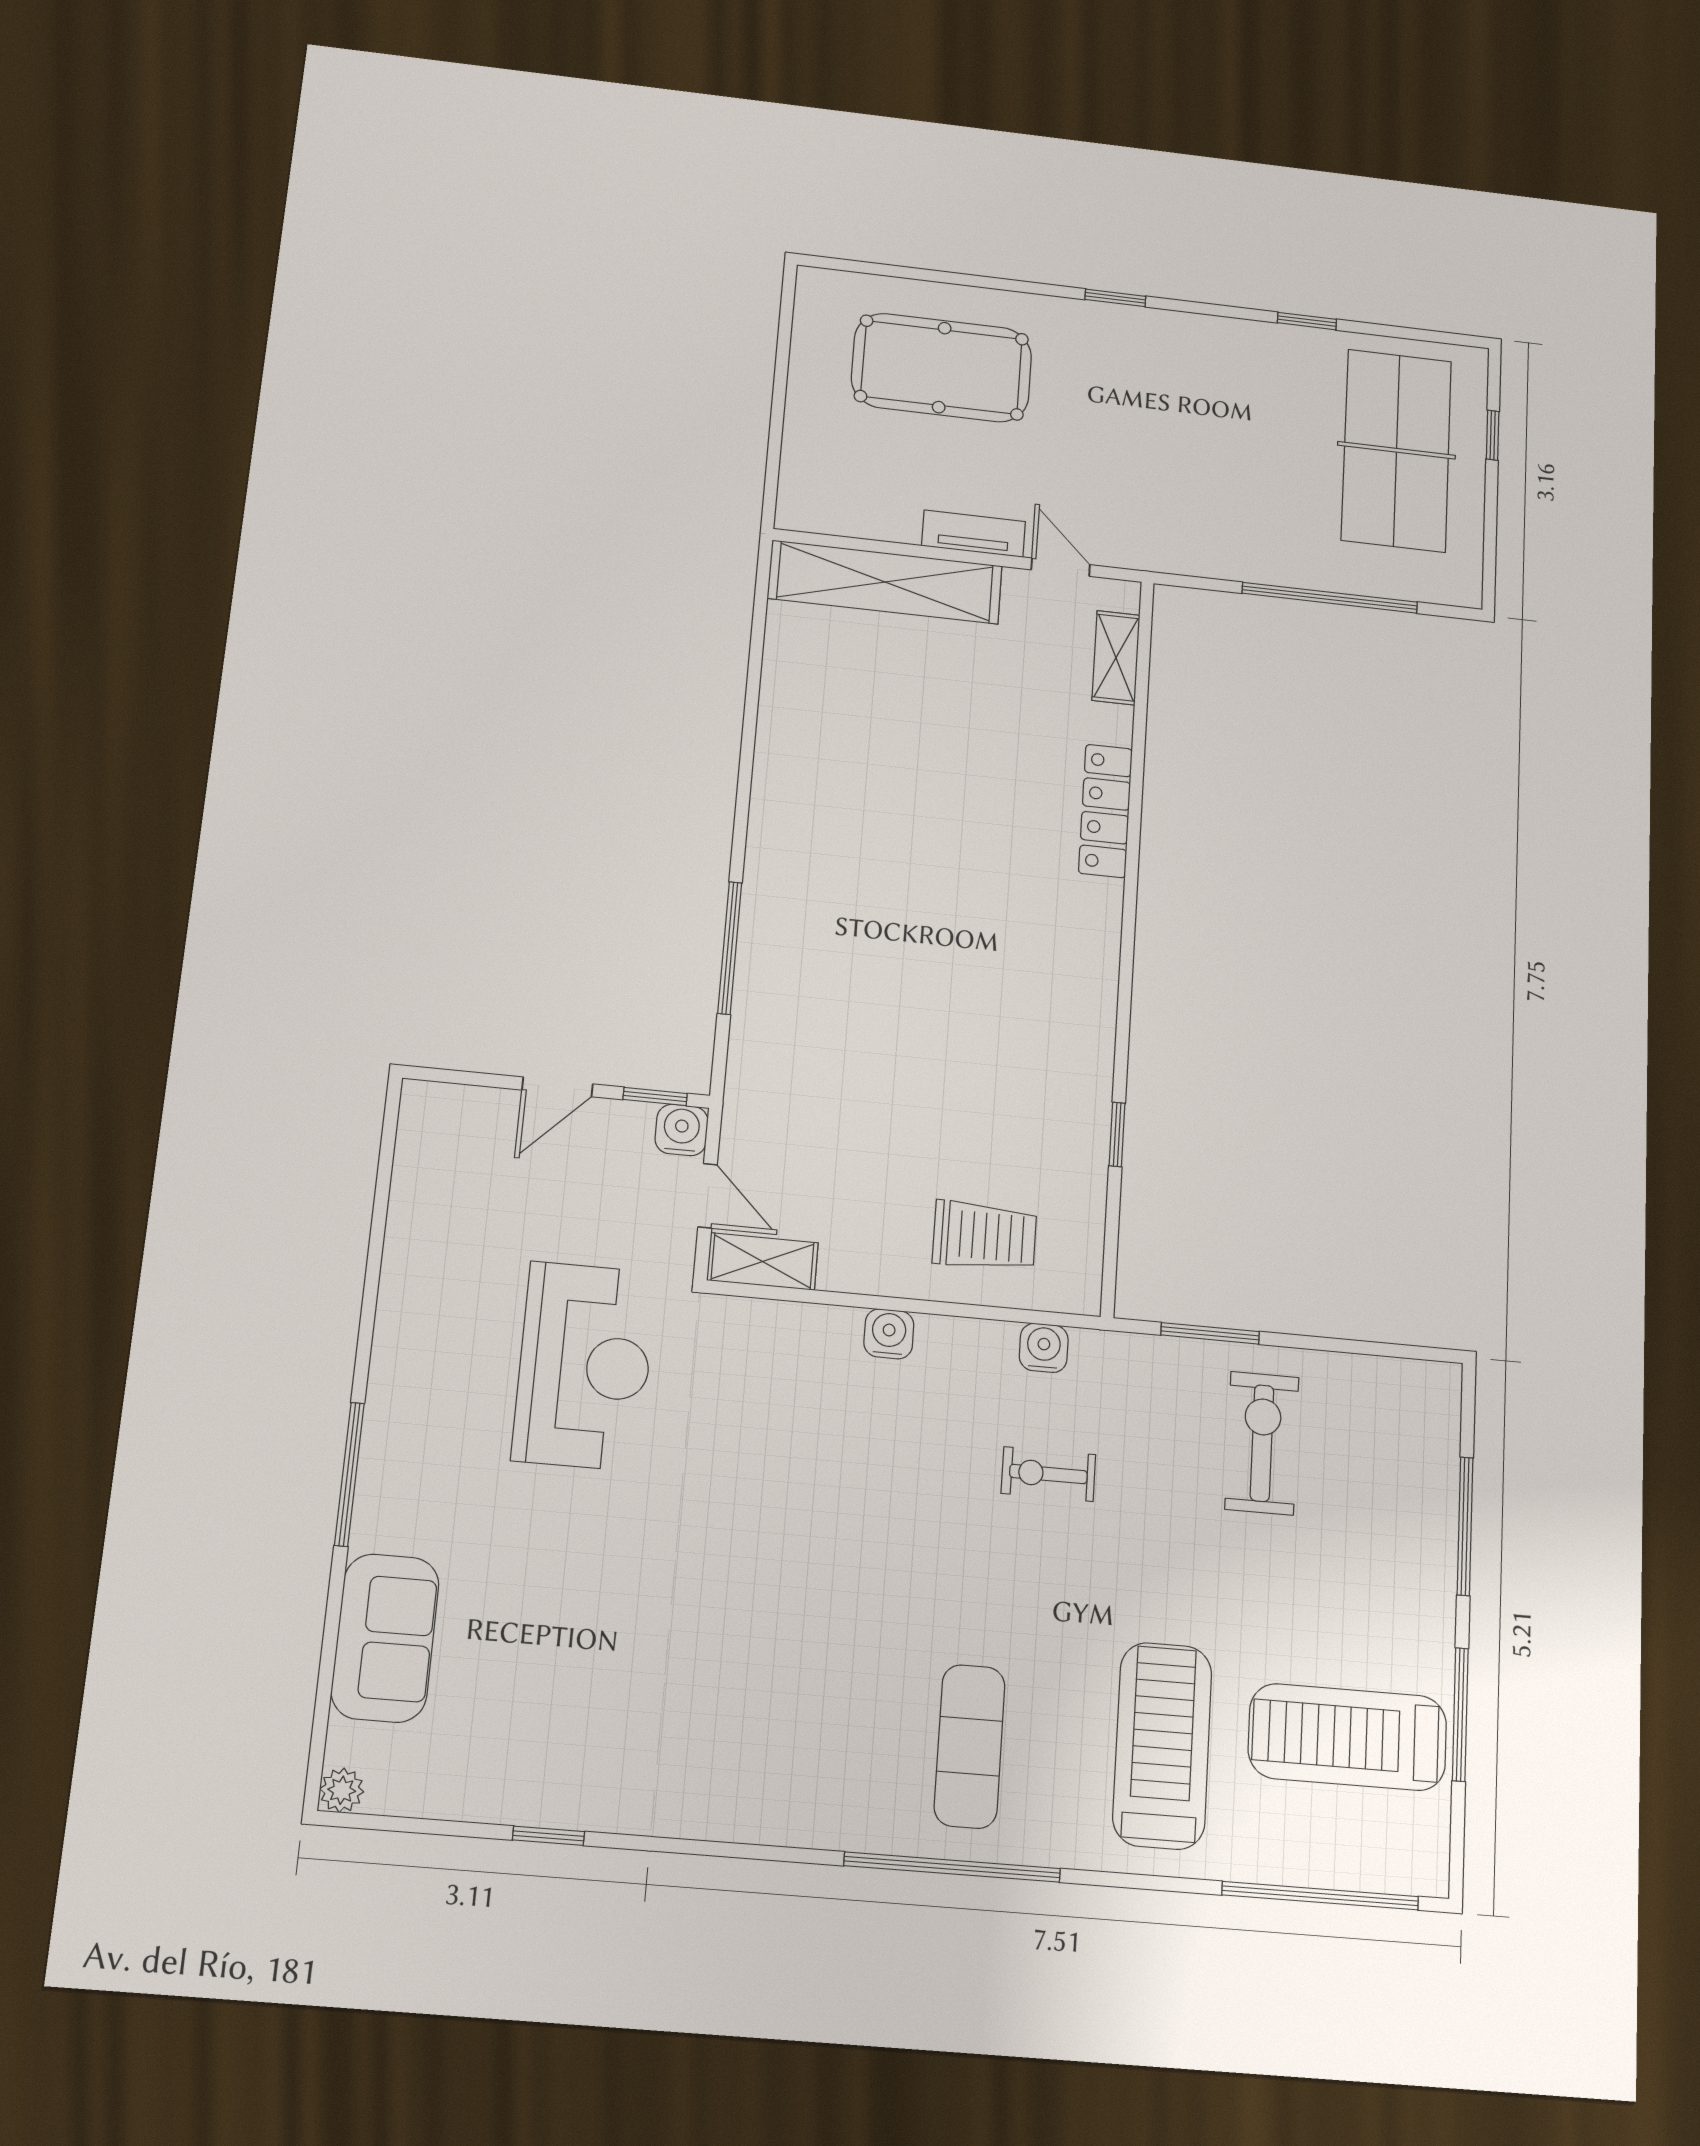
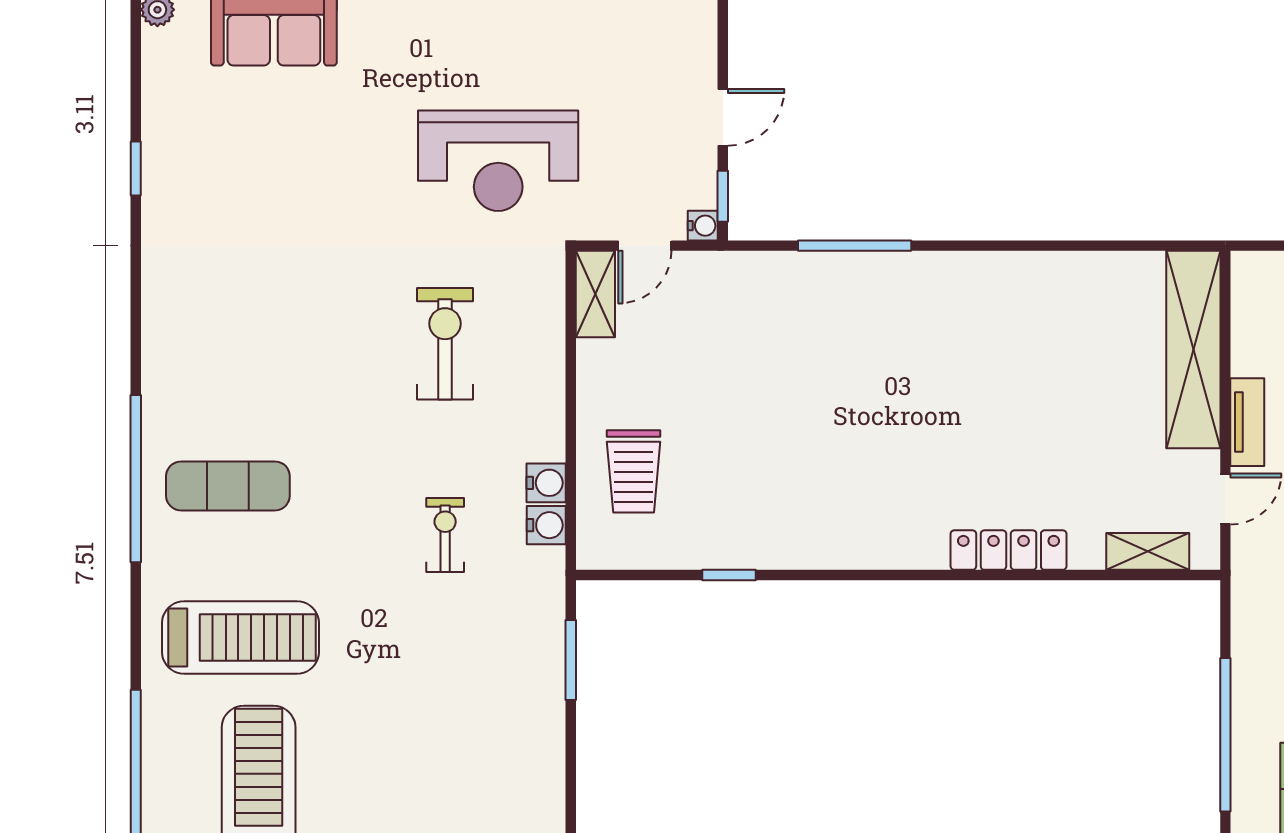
door: (557, 1087) -> (723, 117), swing flipped
water cooler: (681, 1130) -> (703, 226), width x0.72, depth x0.72
water cooler: (889, 1334) -> (546, 483), moved
exercise bike: (1262, 1443) -> (445, 344), moved, turned -90

